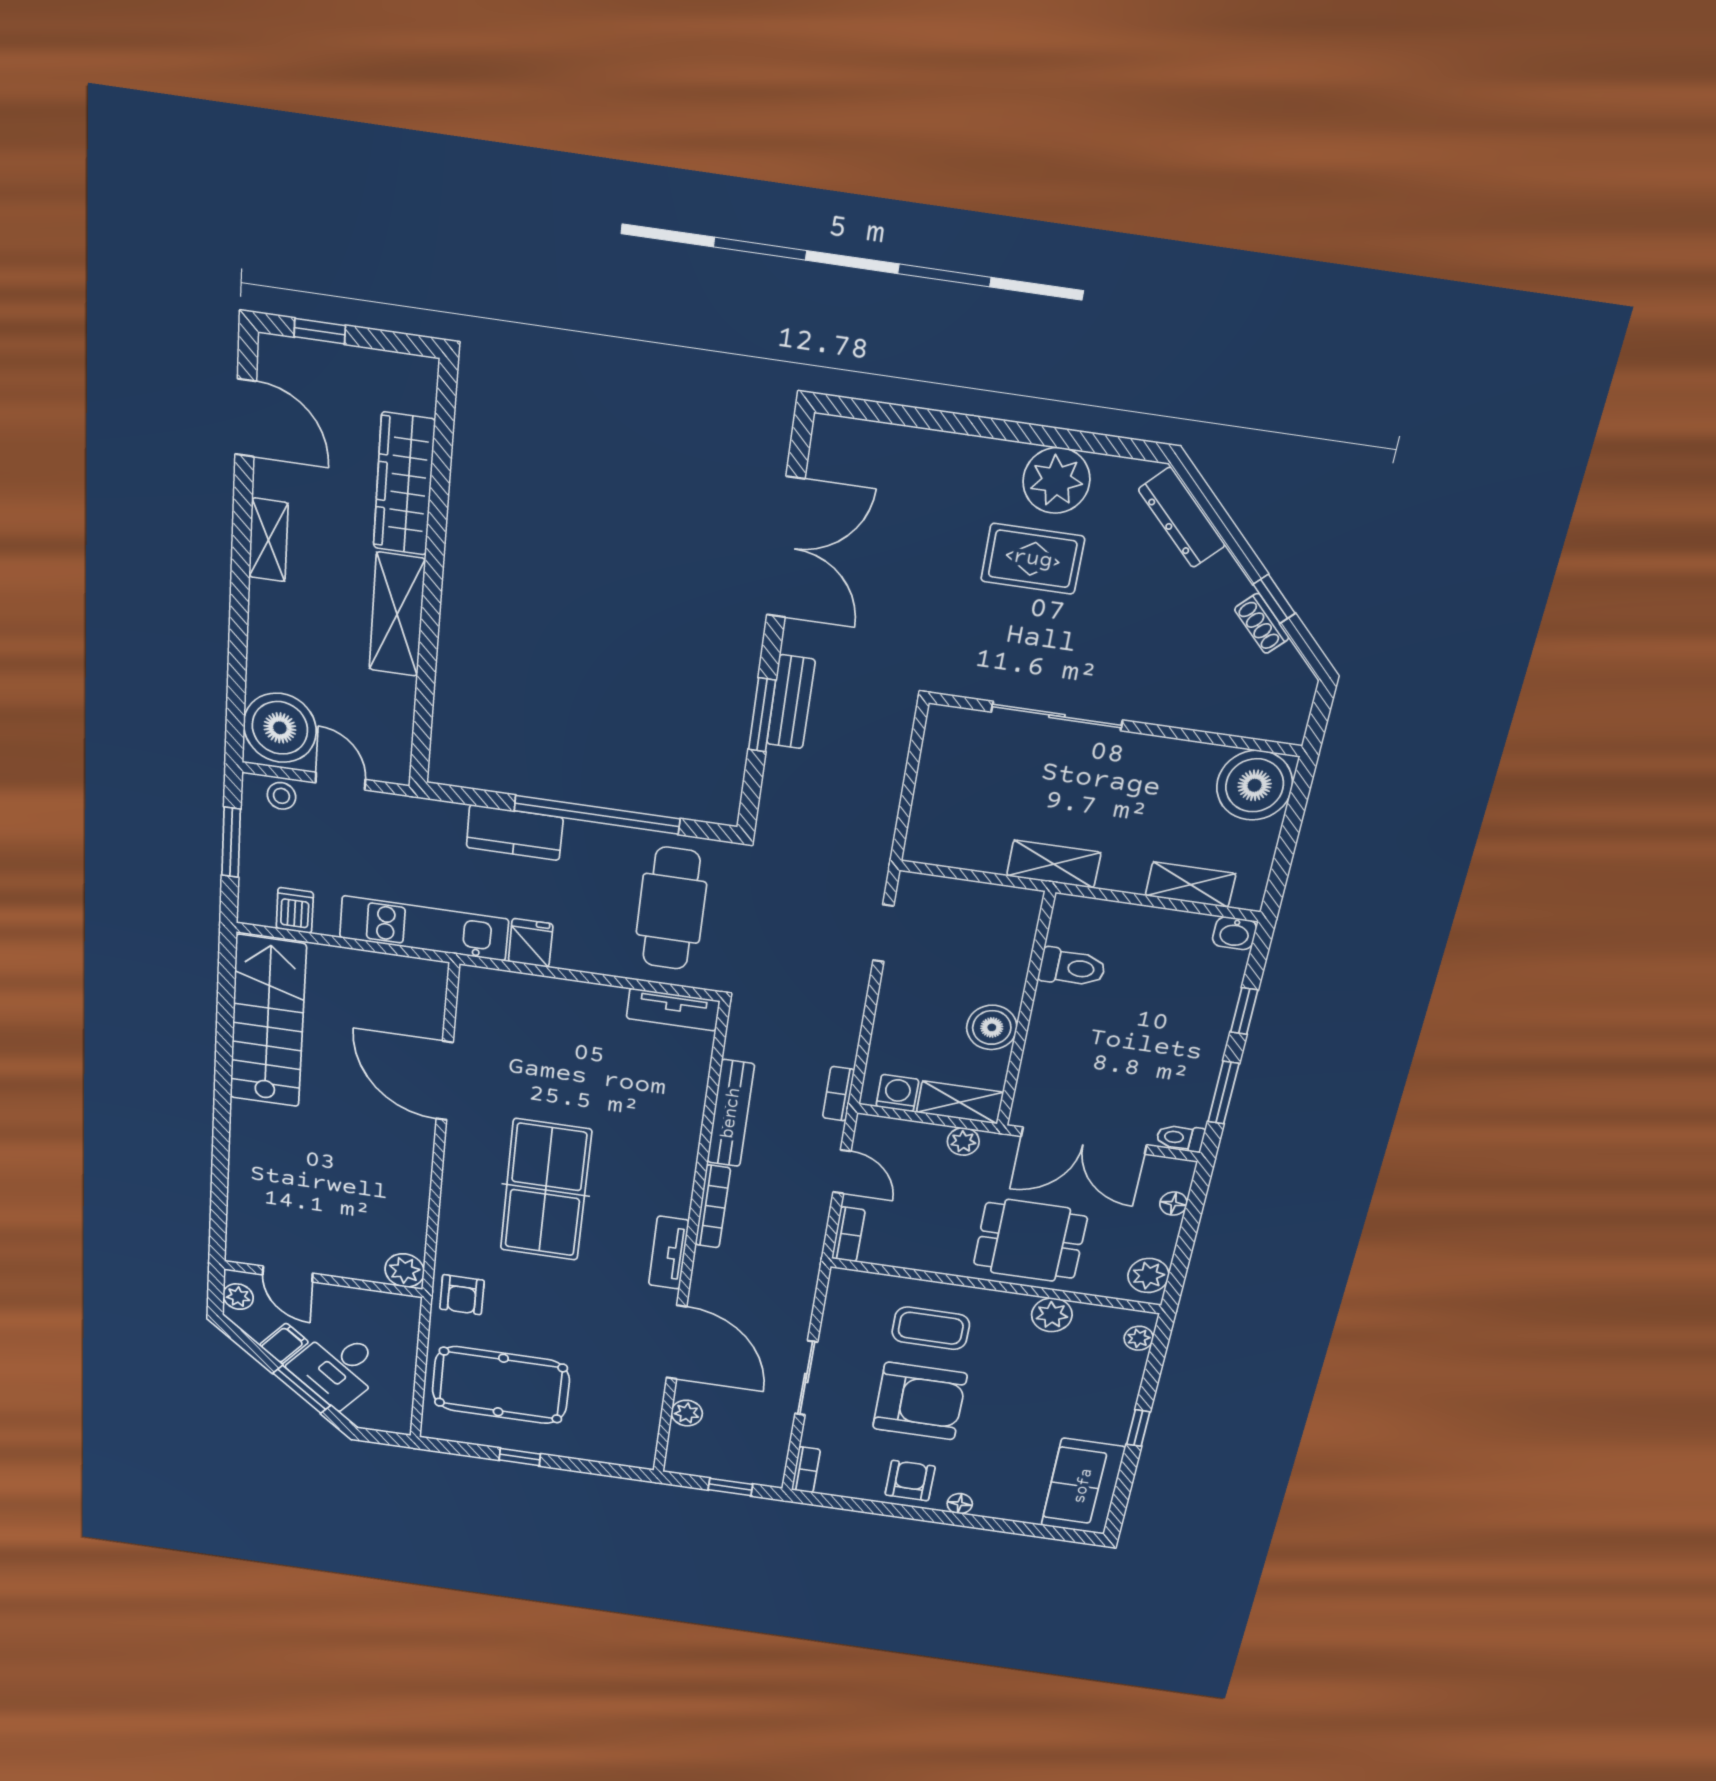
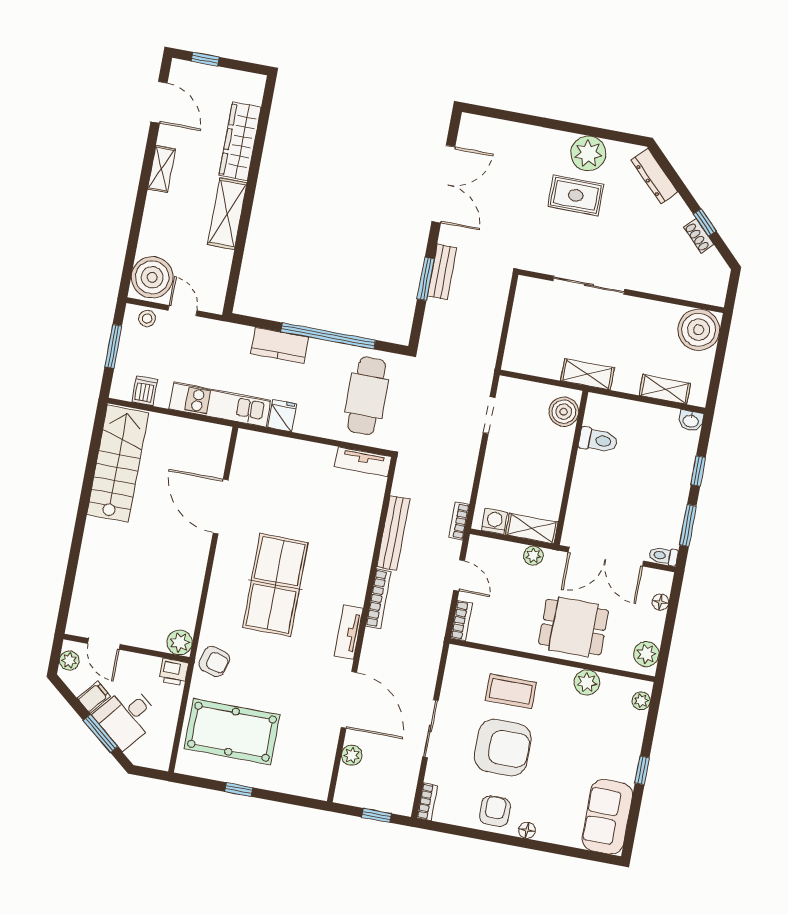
boiler: (992, 1027) -> (564, 412), moved
armchair: (462, 1295) -> (214, 661), turned -74
printer: (401, 1309) -> (174, 672), added

